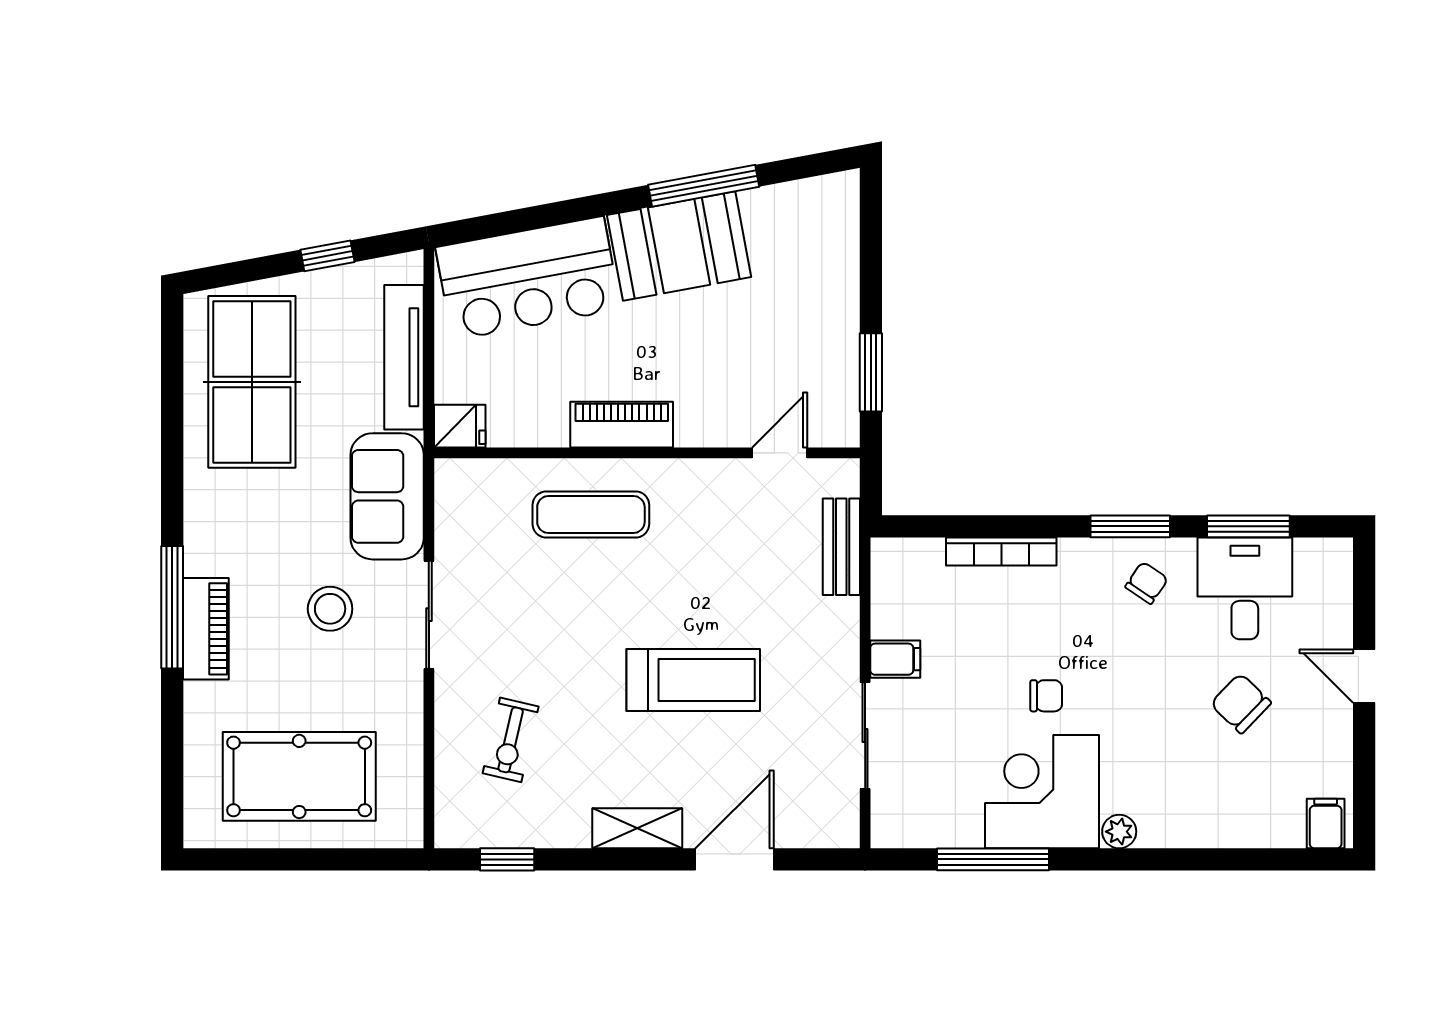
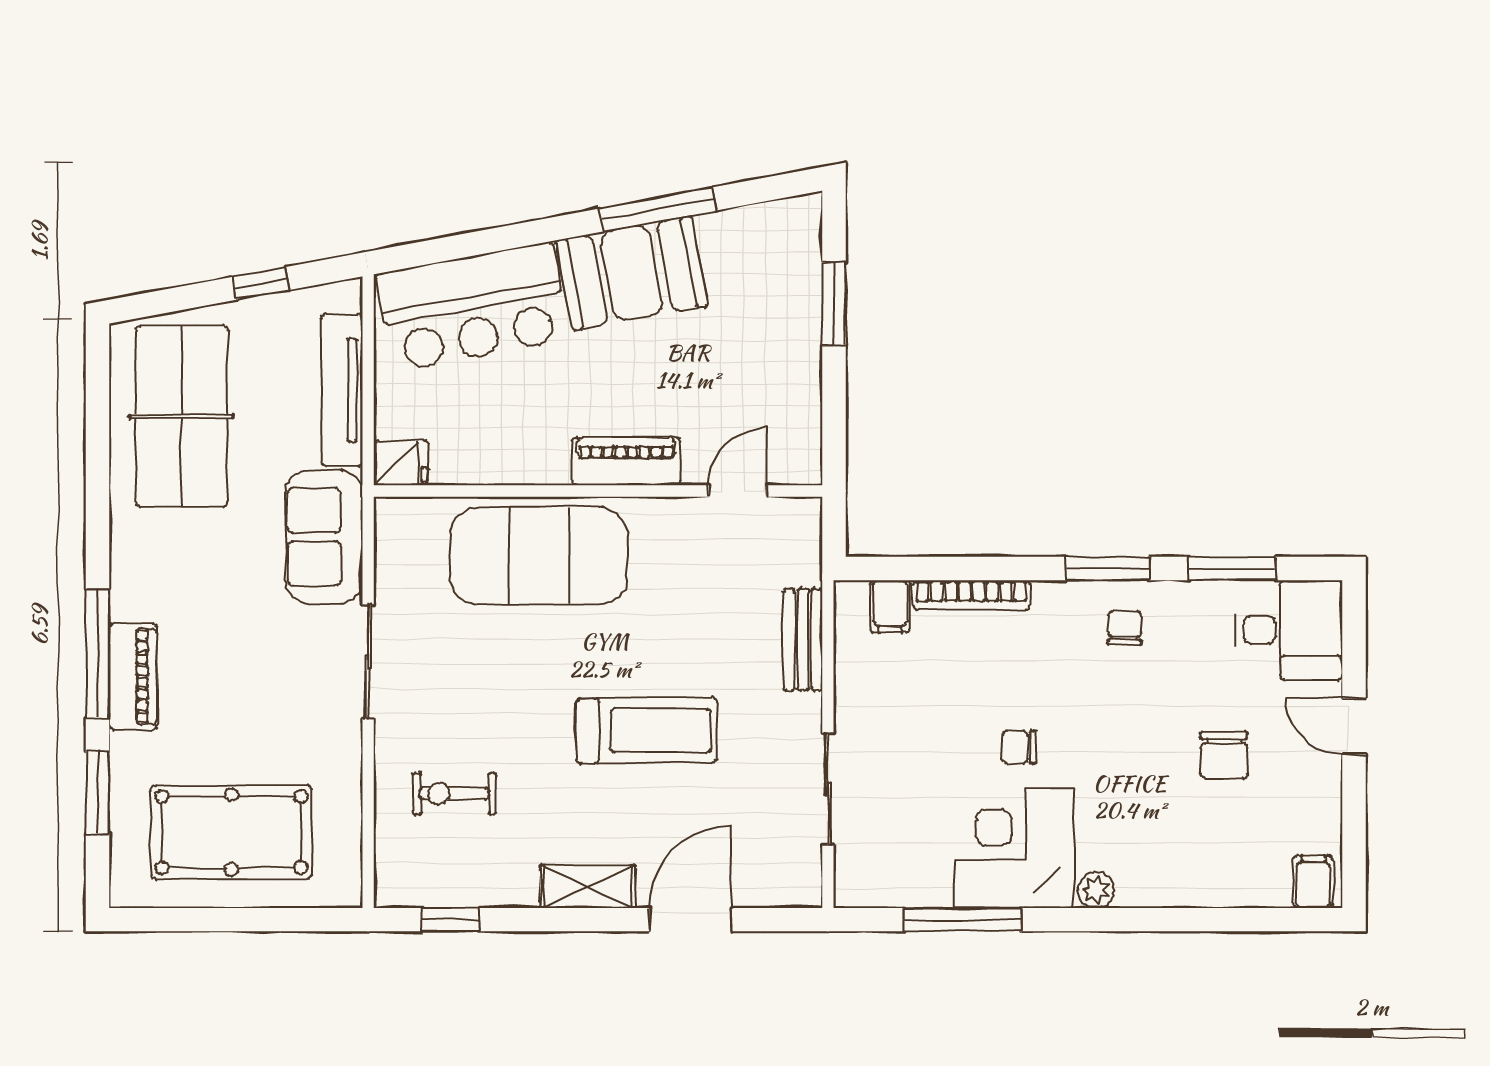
window: (871, 372) -> (834, 304), moved
piano: (622, 425) -> (626, 461), moved
exercise mat: (591, 514) -> (539, 556), width x2.00, depth x1.45
bench: (841, 547) -> (803, 640), moved
chair: (1147, 583) -> (1125, 628), turned -33
desk: (1245, 588) -> (1289, 630), moved, turned 90
stool: (330, 609) -> (264, 655), removed
filing cabinet: (895, 659) -> (890, 606), moved, turned 90
chair: (1046, 696) -> (1019, 747), turned 180
chair: (1241, 703) -> (1224, 755), turned -134
window: (172, 739) -> (97, 792), added
exercise bike: (511, 740) -> (454, 794), turned 77

